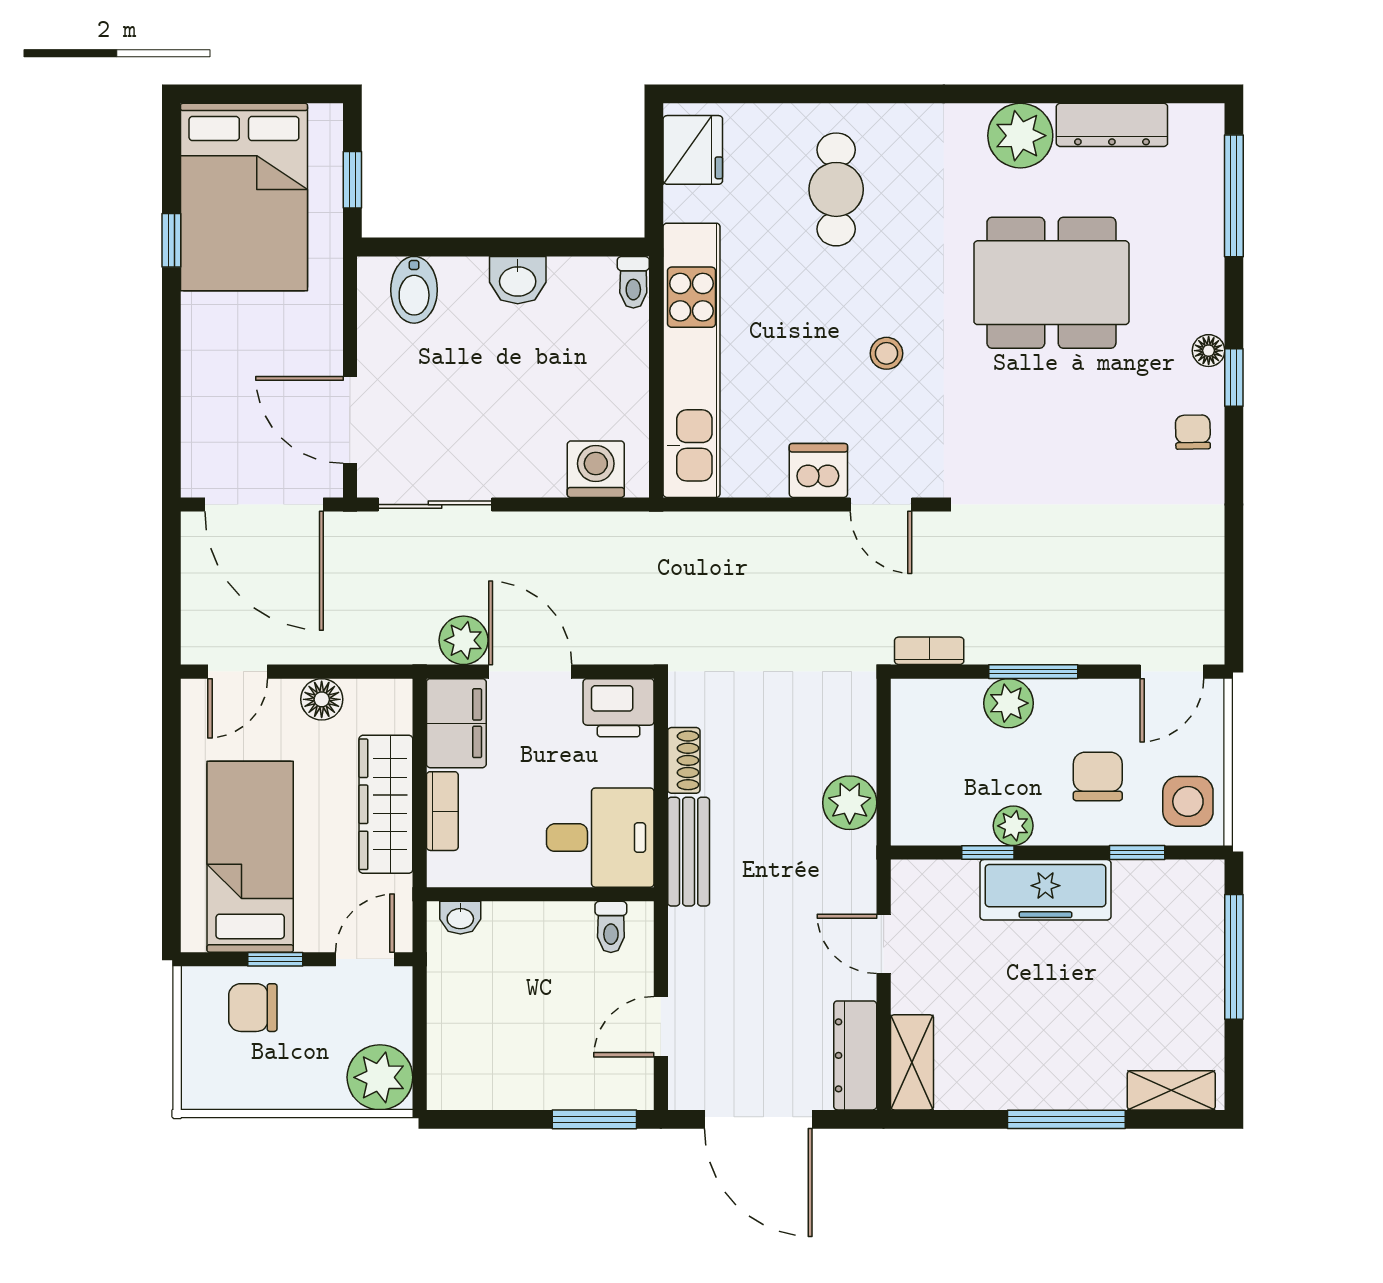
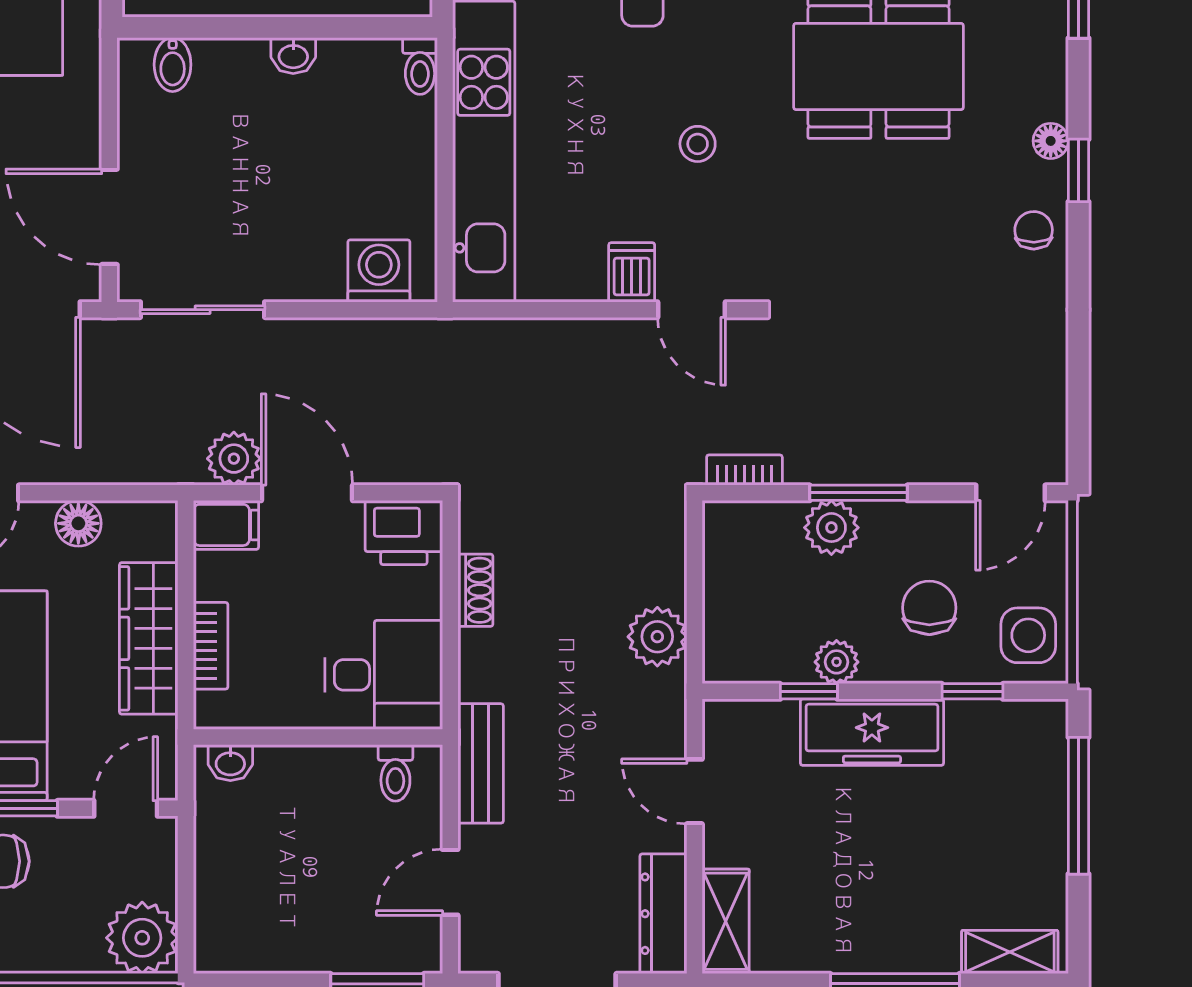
washbasin: (518, 280) -> (293, 56), width x0.72, depth x0.69
bidet: (414, 290) -> (173, 65), width x0.72, depth x0.74
dishwasher: (818, 470) -> (632, 272), width x0.73
filing cabinet: (456, 723) -> (226, 525), width x0.50
bench: (689, 852) -> (481, 763), moved

